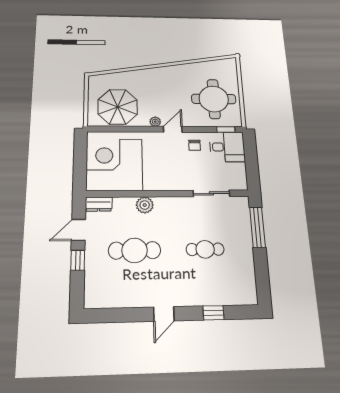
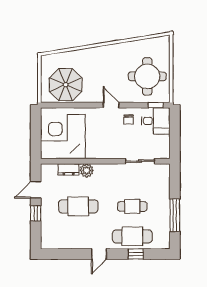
plant: (155, 122) -> (97, 98), removed
door: (173, 129) -> (111, 105), hinge flipped
dresser: (99, 204) -> (69, 169), moved
window: (258, 227) -> (175, 215), moved
cafe table: (207, 289) -> (132, 236), added

